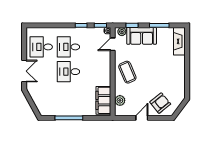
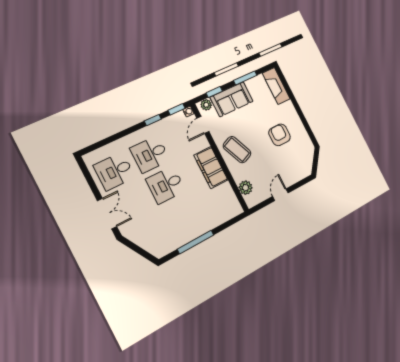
filing cabinet: (103, 100) -> (211, 168), moved
armchair: (160, 103) -> (280, 135), moved, turned -51

